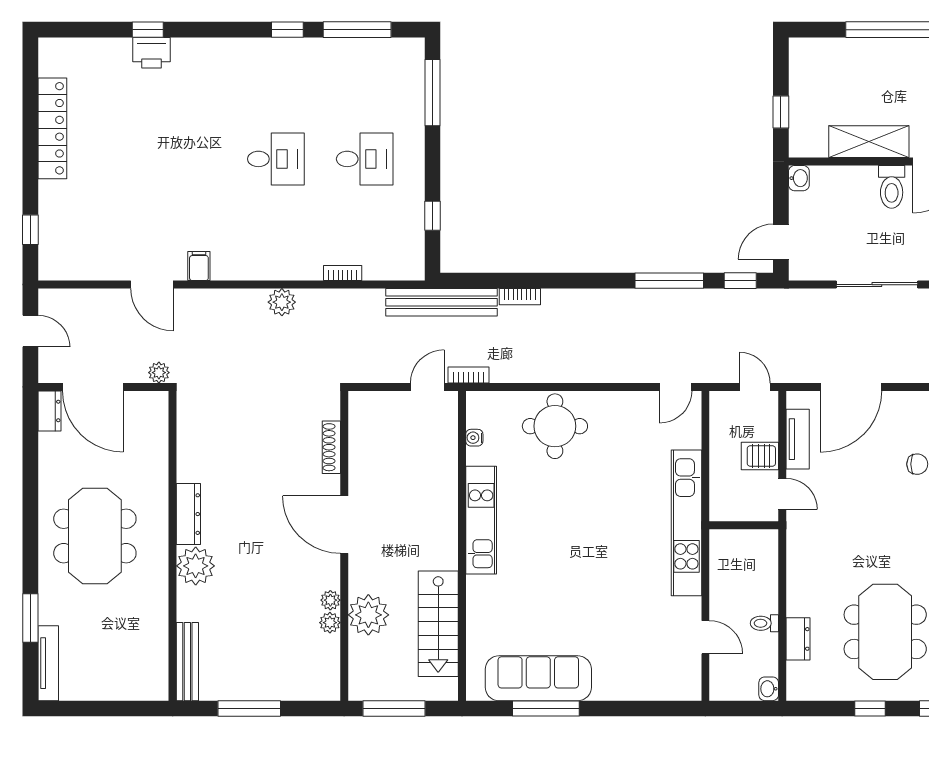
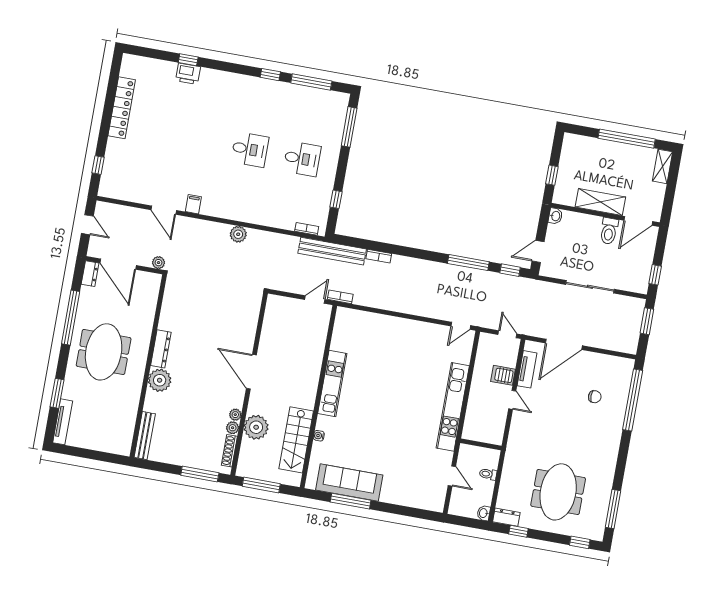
bookcase: (343, 273) -> (307, 229), moved
round table: (555, 426) -> (386, 336), removed
water cooler: (474, 438) -> (319, 436), moved
shoe rack: (331, 447) -> (229, 451), moved
window: (30, 489) -> (71, 318), added
wall: (744, 525) -> (481, 444), moved
dresser: (798, 639) -> (506, 517), moved, turned -90
window: (249, 708) -> (200, 474), moved
window: (870, 708) -> (518, 531), moved

